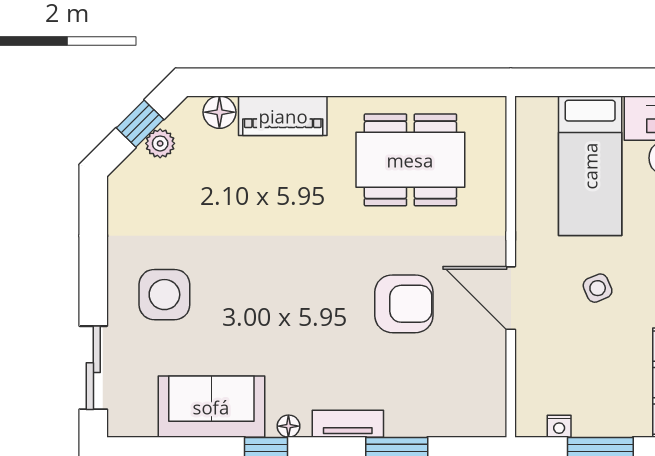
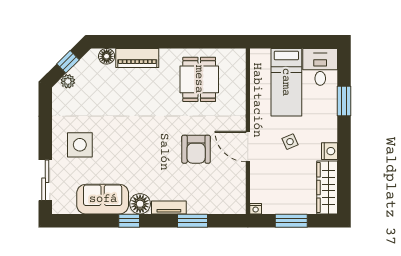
plant: (160, 143) -> (68, 81), moved
dining table: (410, 160) -> (199, 79), width x0.73
armchair: (404, 304) -> (196, 149), turned 90
floor lamp: (288, 426) -> (140, 204), width x1.89, depth x1.89
nightstand: (559, 426) -> (256, 209), moved

